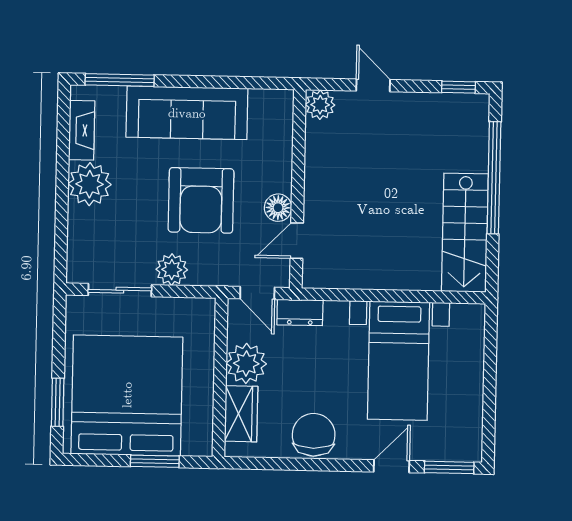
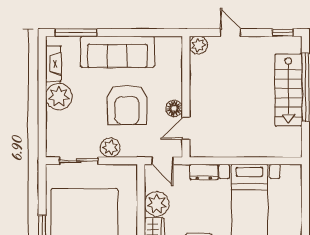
stairs: (465, 233) -> (288, 90), moved
dresser: (300, 312) -> (204, 172), moved

